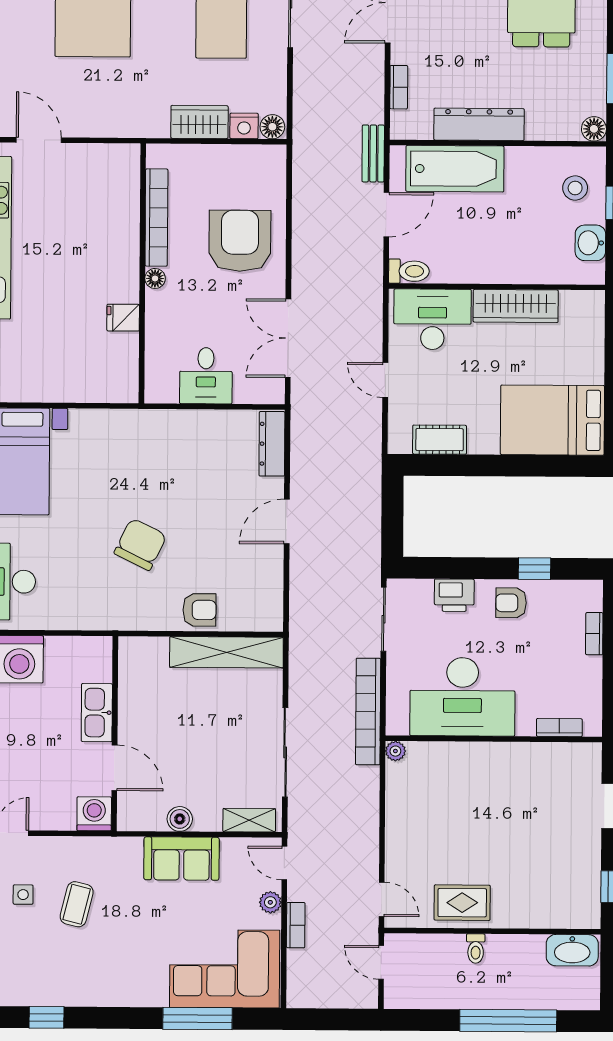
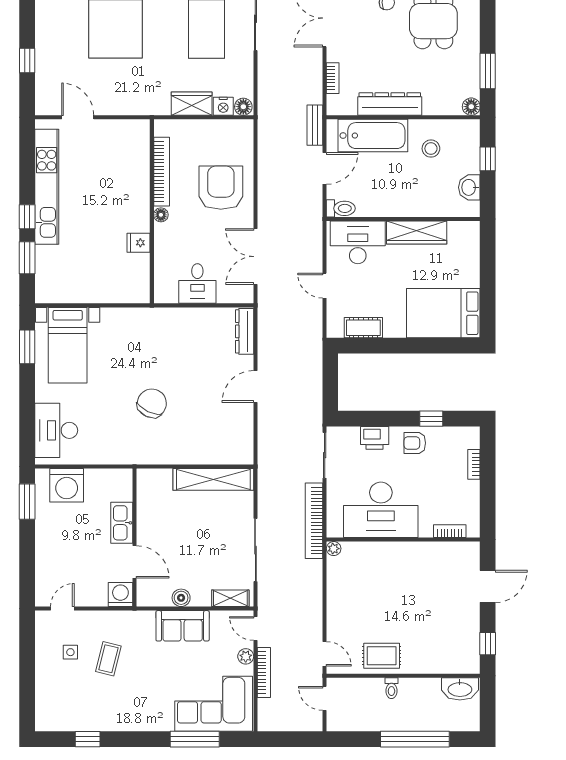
stool: (575, 188) -> (431, 149), moved
armchair: (199, 610) -> (194, 450), removed
bookcase: (296, 925) -> (264, 672), width x1.56

